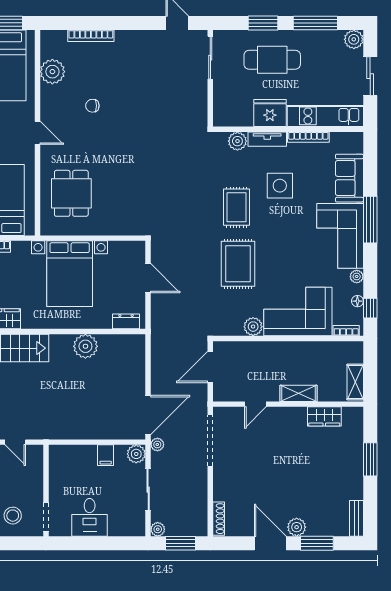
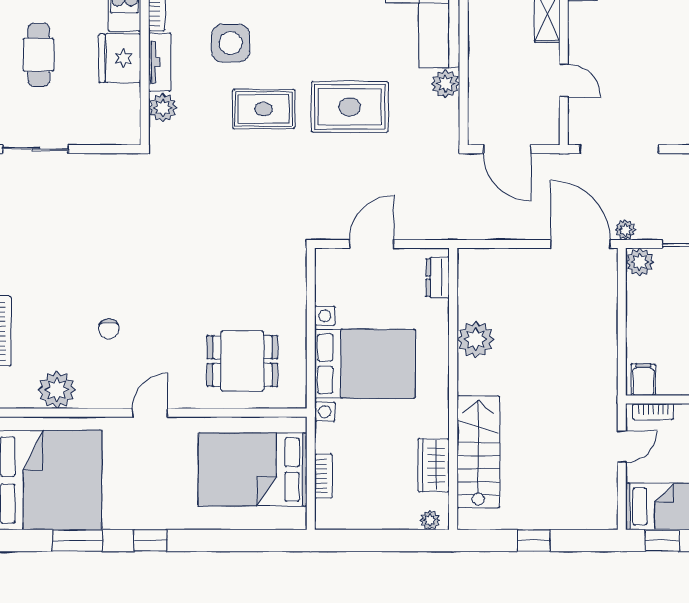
cafe table: (272, 60) -> (39, 55), width x0.73, depth x0.74
filing cabinet: (106, 455) -> (643, 380), moved, turned -90
bookcase: (38, 463) -> (653, 412), added

